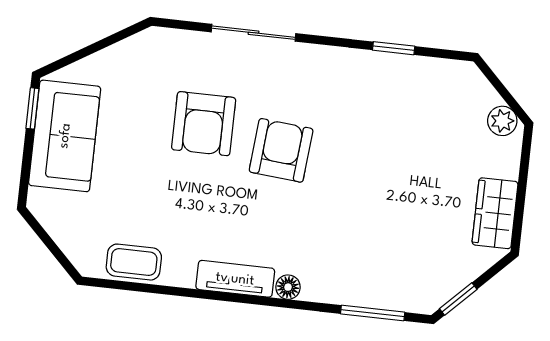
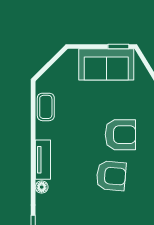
armchair: (204, 124) -> (120, 135), turned 180

